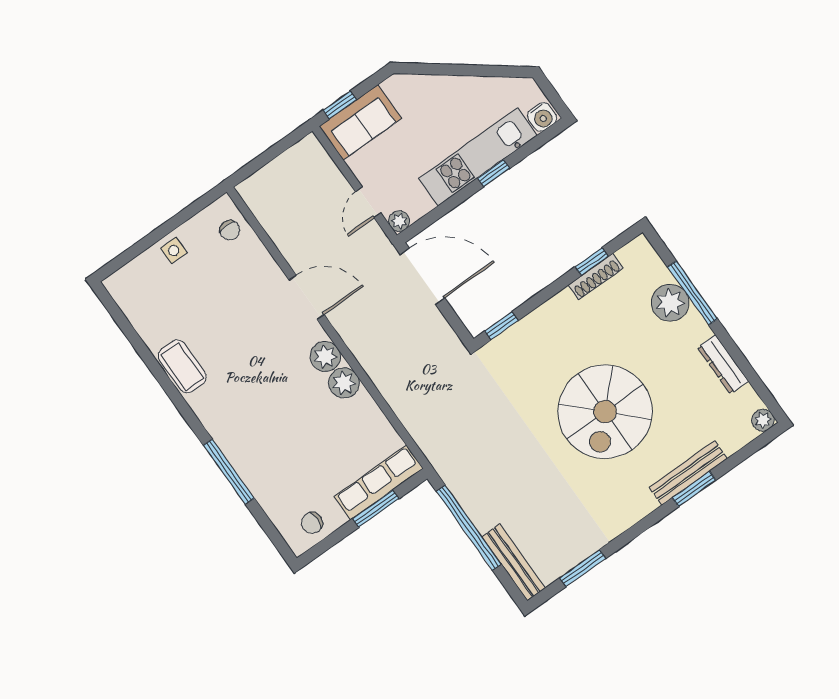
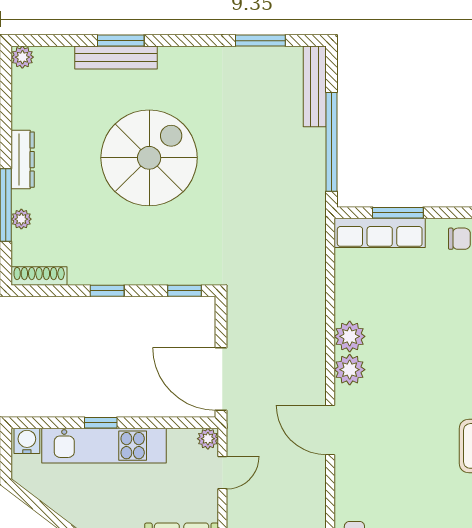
window: (592, 262) -> (107, 291), moved
shoe rack: (596, 277) -> (39, 276), moved
plant: (670, 303) -> (21, 219), width x0.53, depth x0.53
dresser: (723, 364) -> (23, 160), moved

